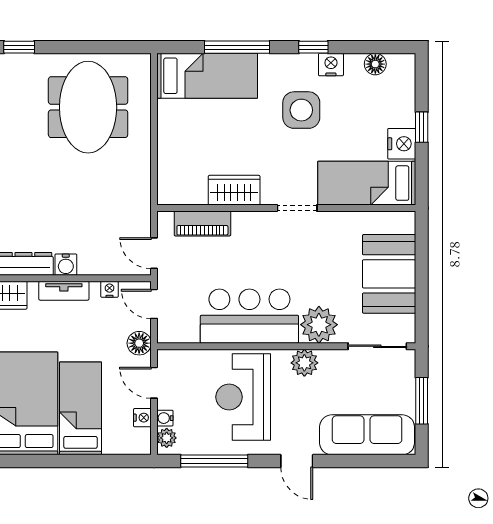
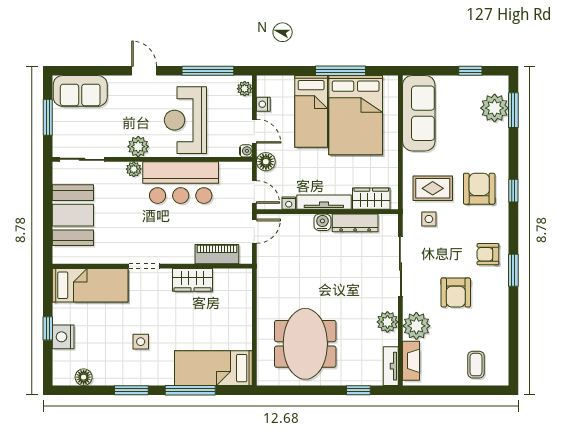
window: (313, 47) -> (131, 390), width x1.50
nightstand: (331, 65) -> (118, 377), removed
side table: (301, 110) -> (141, 342), width x0.54, depth x0.54
nightstand: (402, 144) -> (63, 337), moved
door: (154, 253) -> (254, 231), hinge flipped
tv unit: (64, 291) -> (324, 202), width x1.41
plant: (319, 325) -> (134, 169), width x0.53, depth x0.53
reception desk: (243, 397) -> (185, 120), turned 180
water cooler: (165, 418) -> (246, 151), moved
sofa: (367, 435) -> (80, 91), width x0.73
window: (42, 461) -> (341, 71), added

